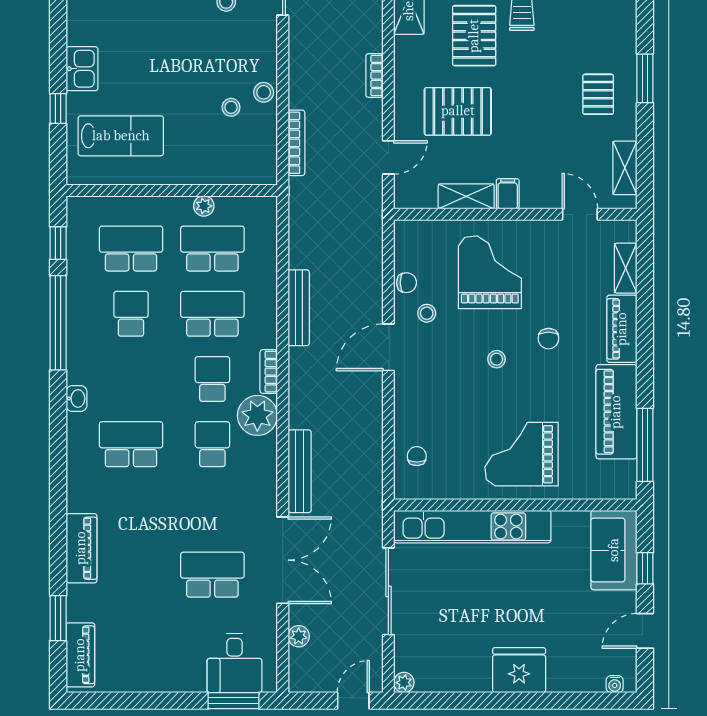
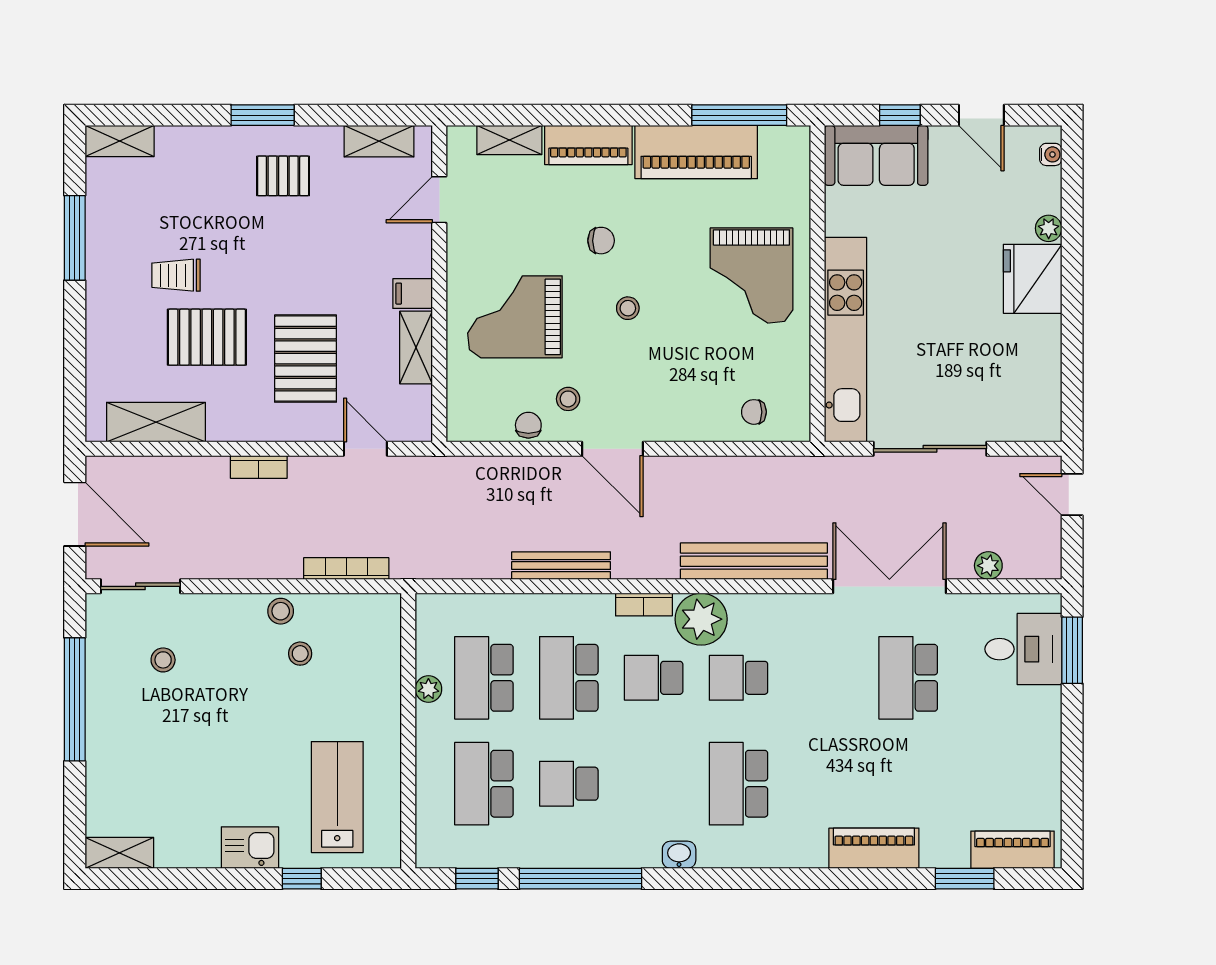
bench: (300, 471) -> (754, 561), width x1.37, depth x1.21
plant: (404, 683) -> (1049, 228), moved

